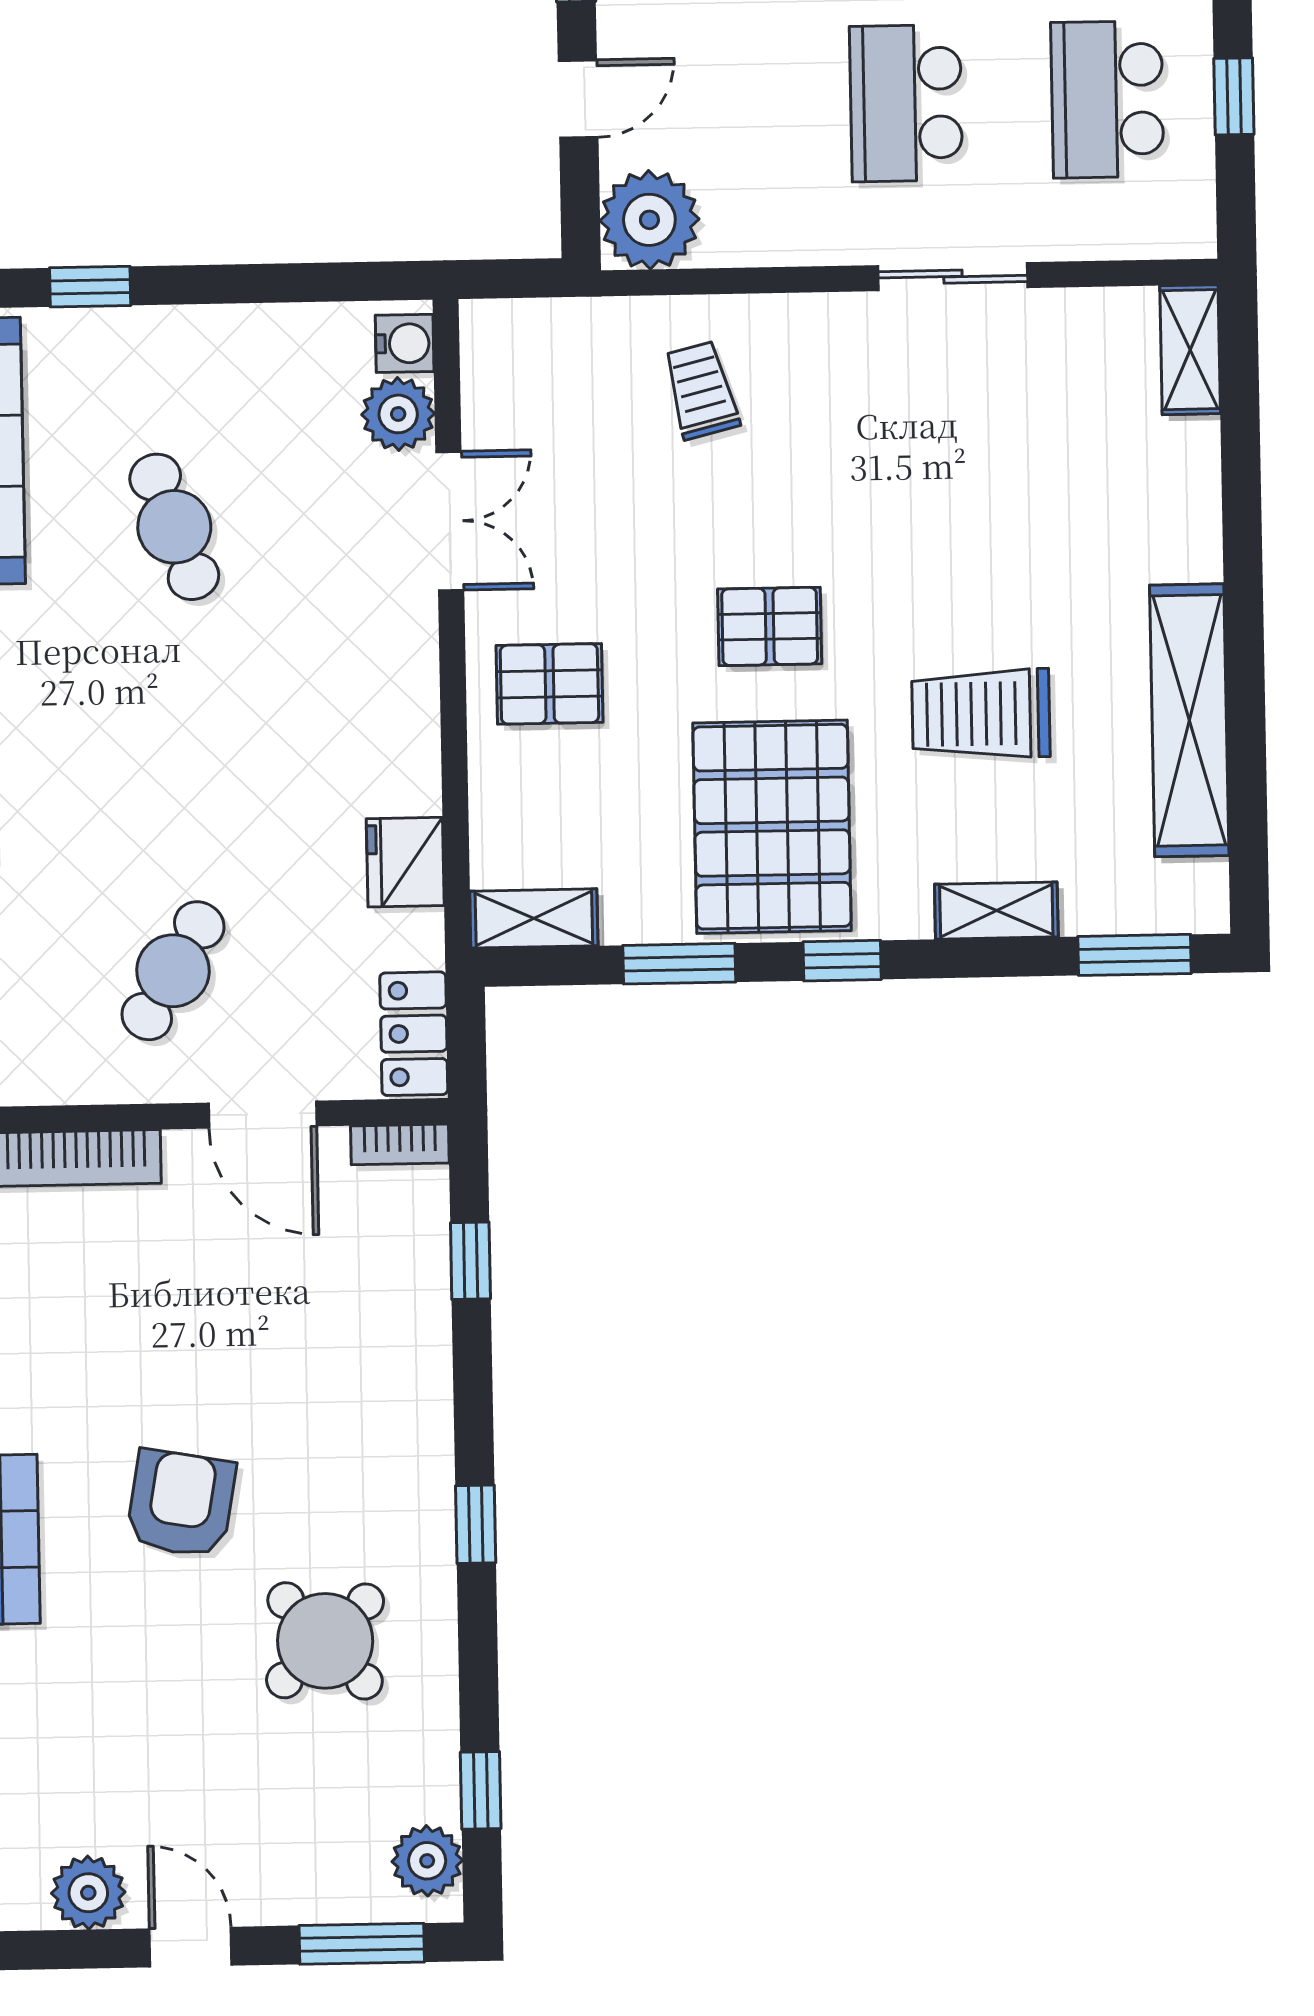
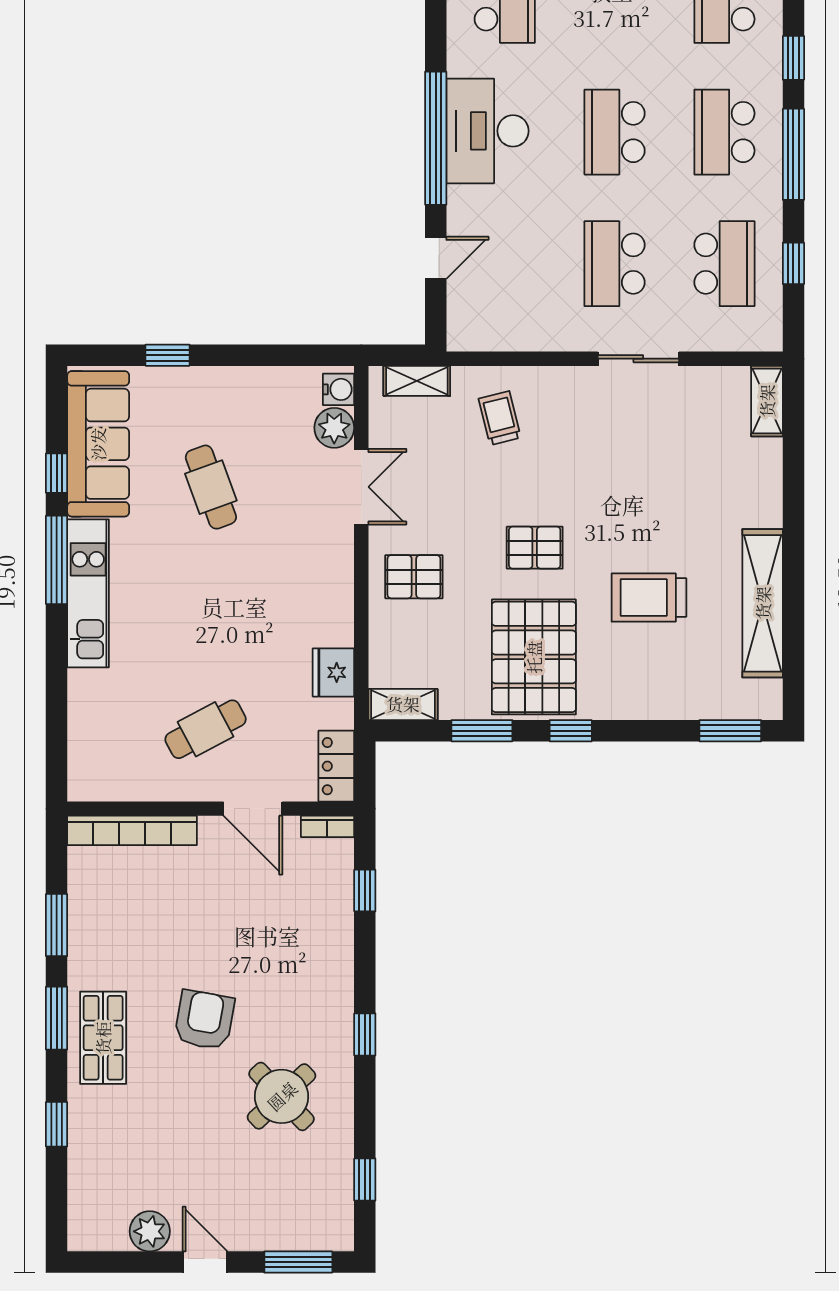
school desk: (1107, 99) -> (724, 264), turned 180
plant: (649, 220) -> (473, 325), removed
shelving: (996, 911) -> (417, 381), moved
cafe table: (173, 971) -> (206, 729), turned 31
plant: (427, 1861) -> (335, 1218), removed

